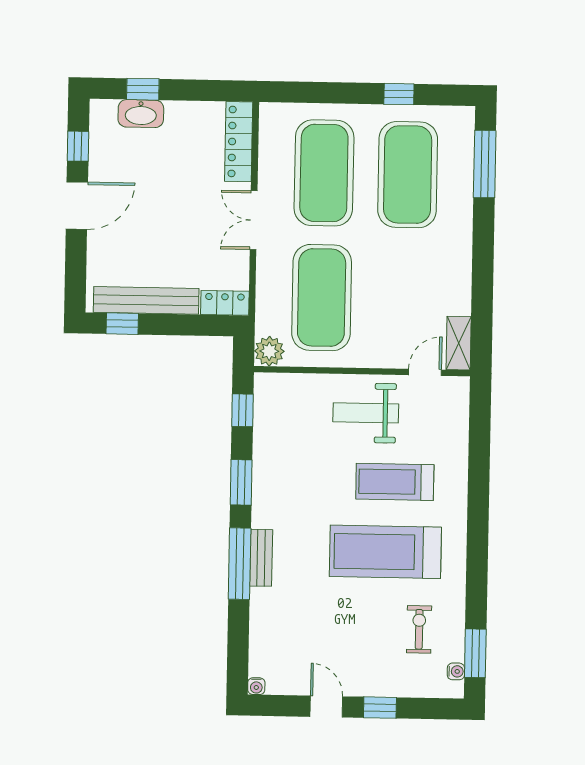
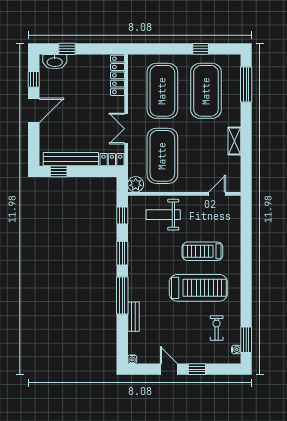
washbasin: (141, 114) -> (55, 62), moved
double door: (254, 220) -> (126, 129), moved
shelving: (459, 343) -> (234, 141), moved
weight bench: (366, 413) -> (163, 215), moved
treadmill: (385, 552) -> (198, 288), turned 180
bench: (261, 558) -> (133, 317), moved

